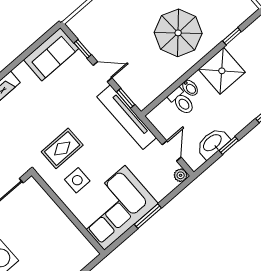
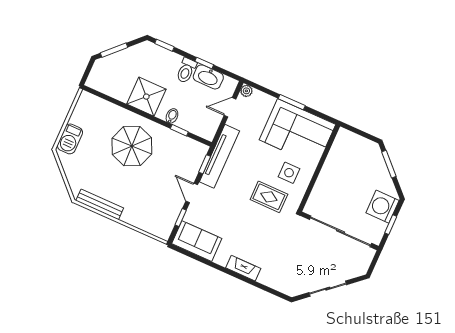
window: (232, 36) -> (179, 130), moved
toilet: (181, 101) -> (186, 70), moved, turned 180

